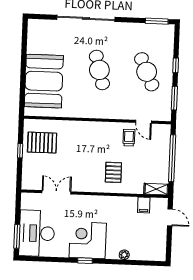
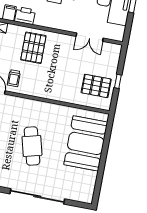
pallet: (113, 172) -> (33, 48), width x1.50, depth x1.42
printer: (127, 205) -> (25, 16), added

